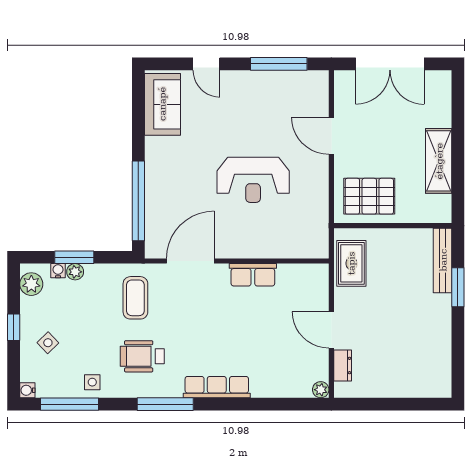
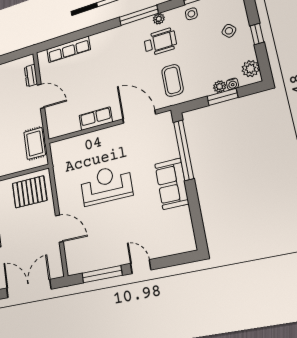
door: (206, 64) -> (141, 267), moved
sofa: (162, 104) -> (172, 184), moved
door: (190, 261) -> (139, 117), swing flipped
row of seats: (217, 387) -> (69, 49), moved
plant: (321, 390) -> (159, 19), moved

